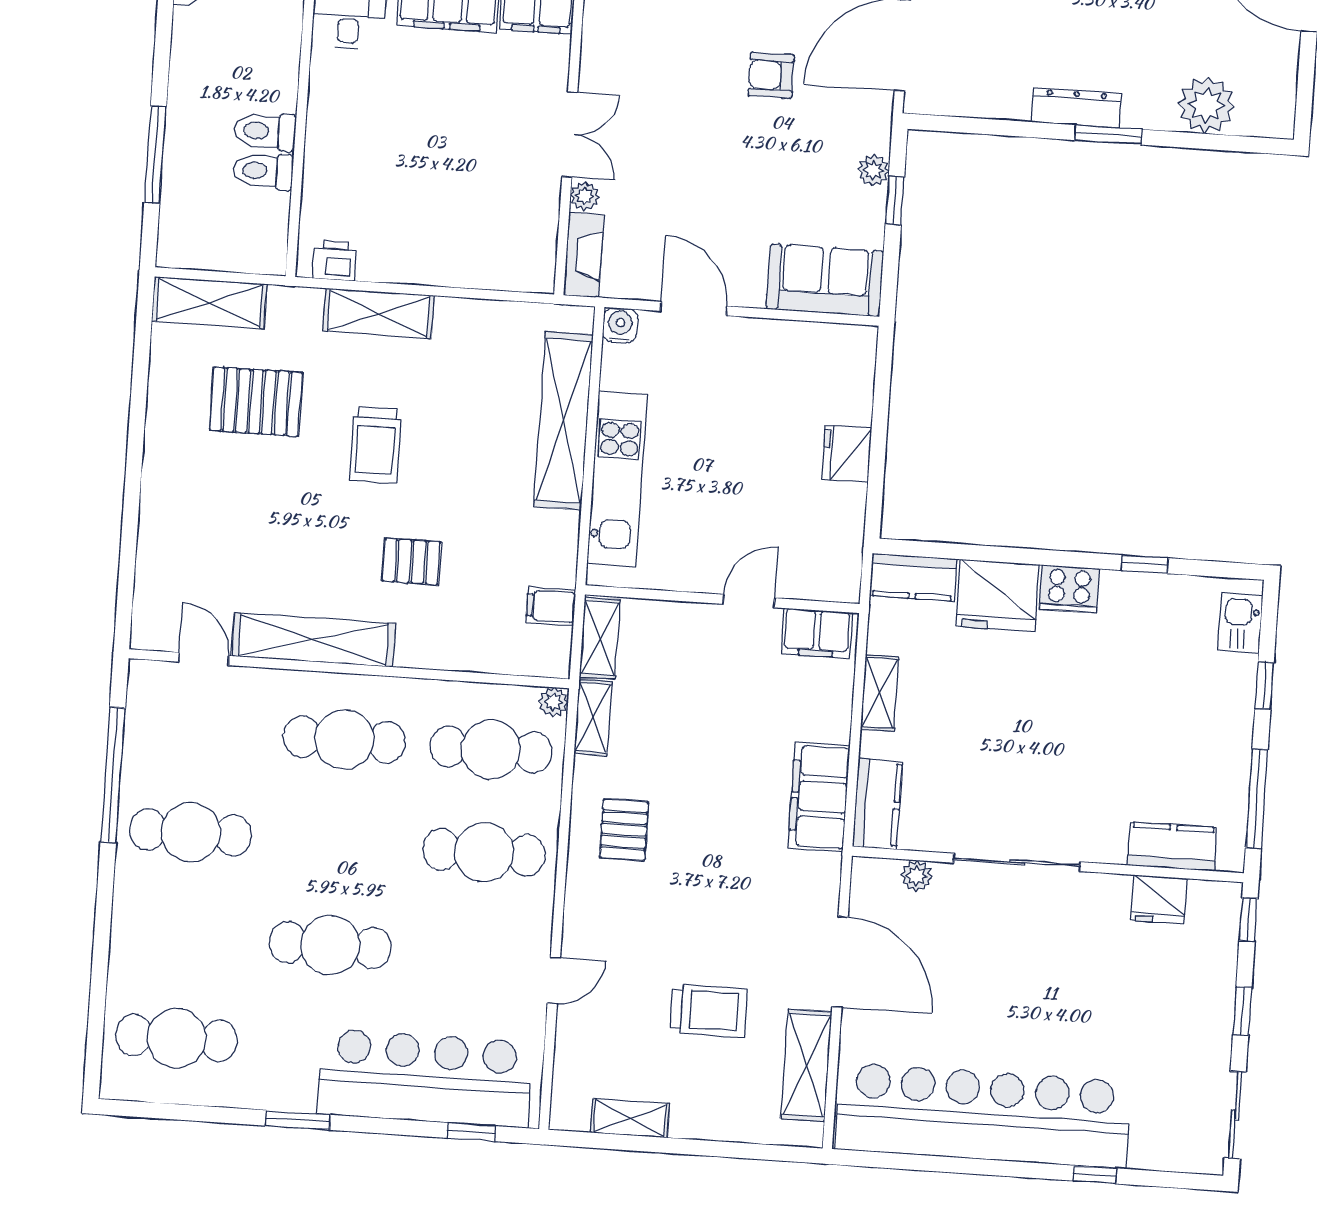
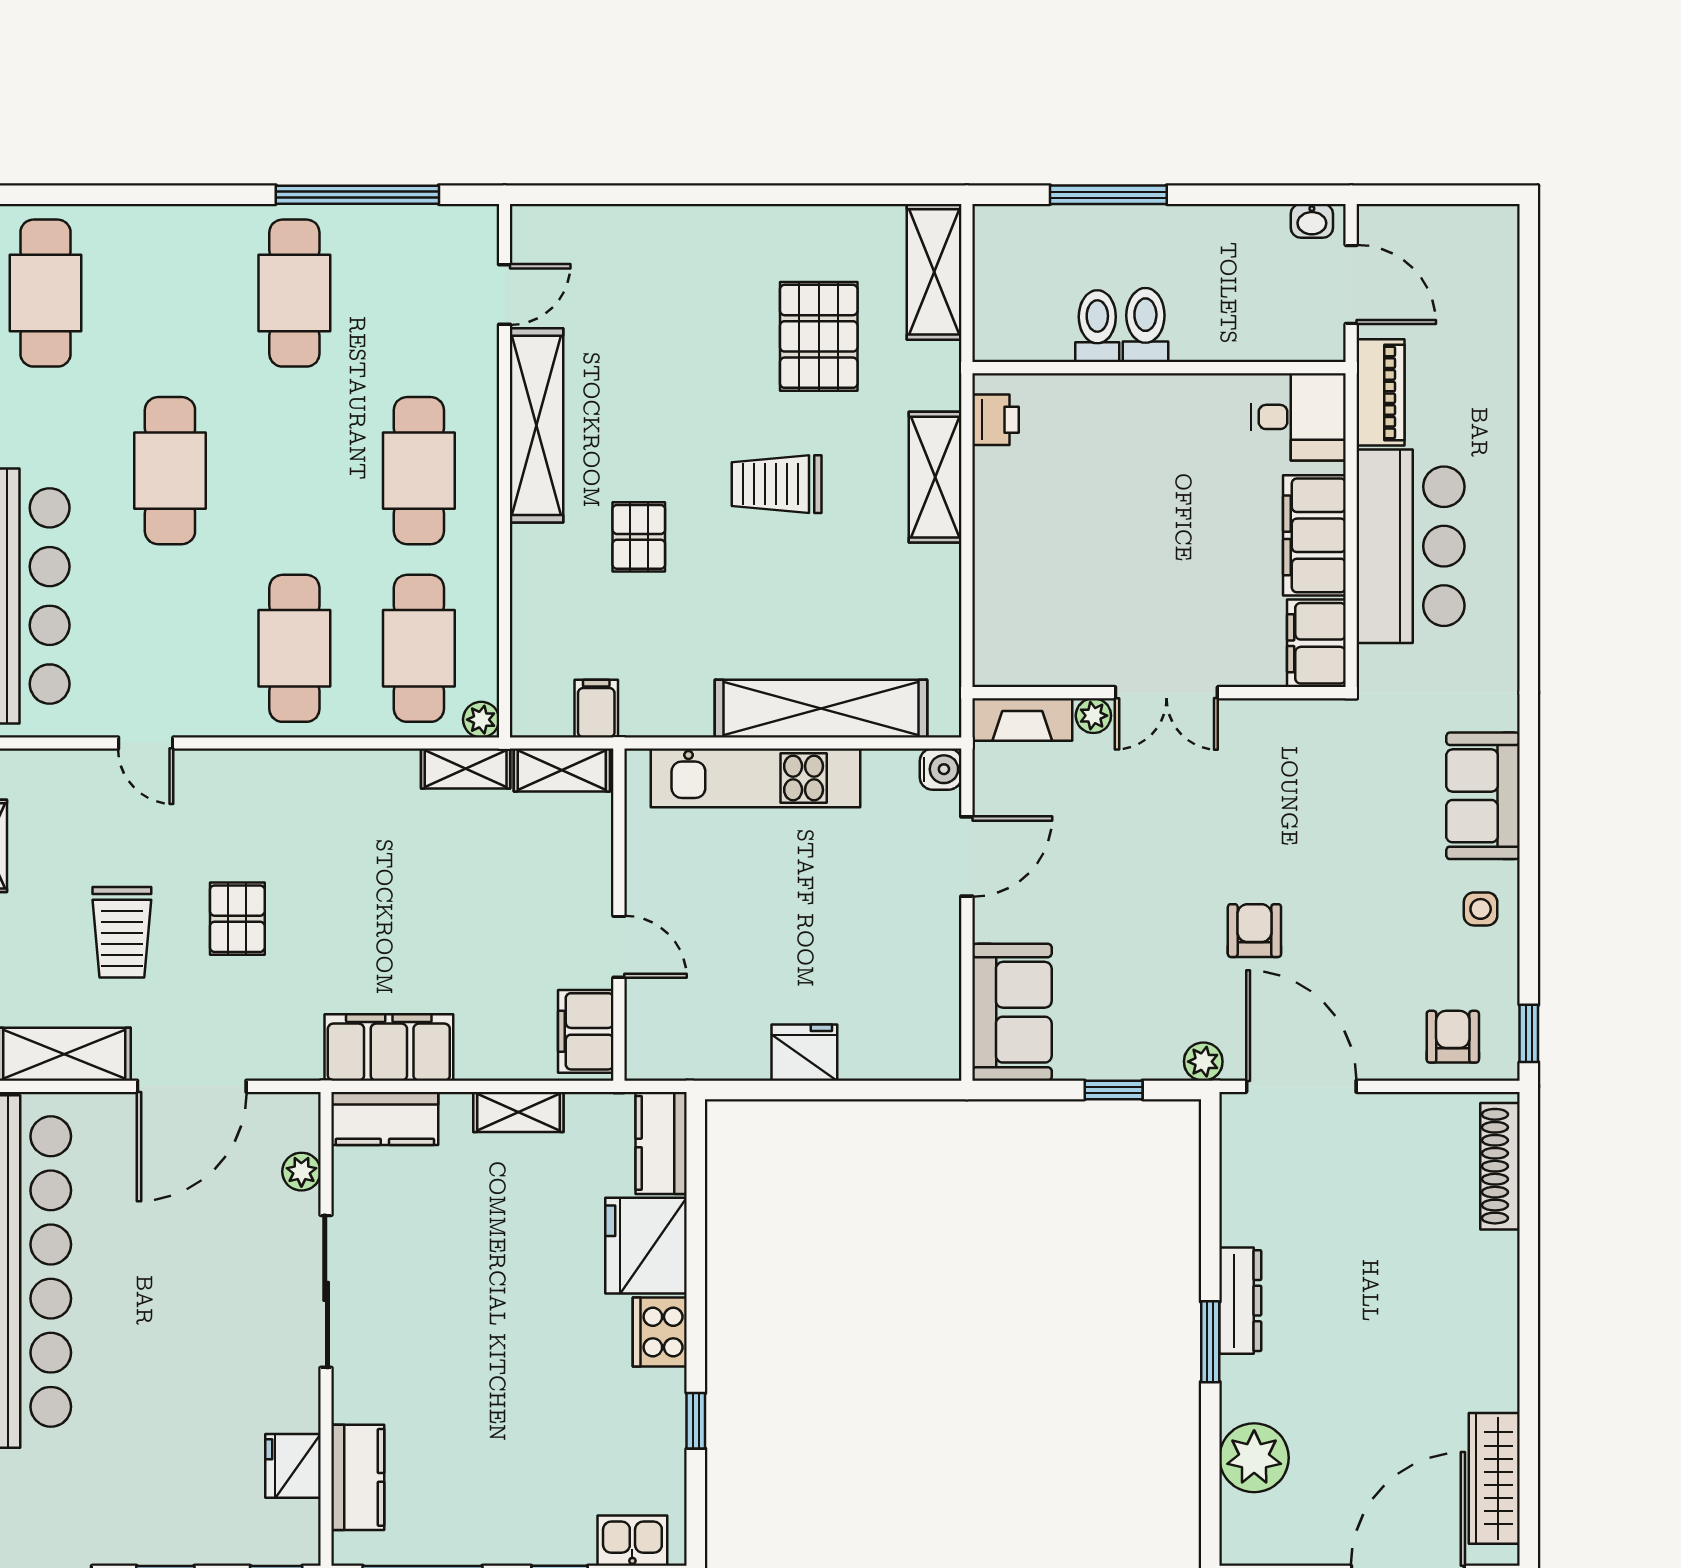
plant: (873, 170) -> (1203, 1062), moved
pallet: (624, 830) -> (237, 919), moved, turned 90

